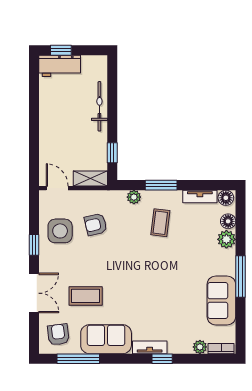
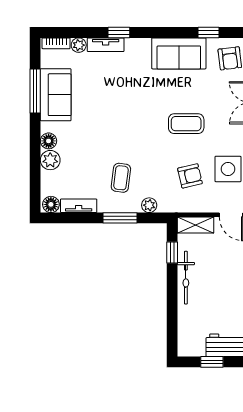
window: (61, 50) -> (212, 362), moved
bicycle: (99, 106) -> (186, 278), moved
floor lamp: (228, 221) -> (49, 141), moved
window: (241, 277) -> (35, 91), moved
coffee table: (86, 296) -> (186, 124), moved
tv unit: (150, 347) -> (106, 45), moved
window: (78, 359) -> (208, 33), width x0.46

